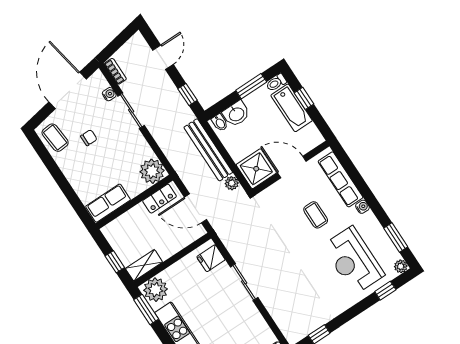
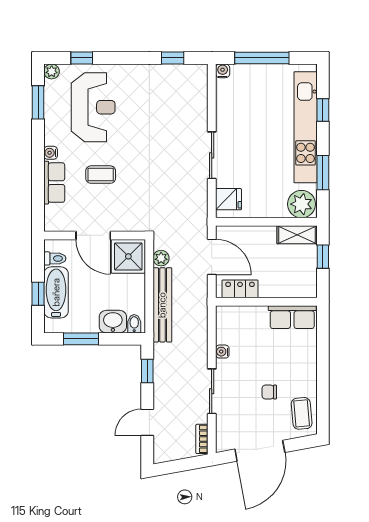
toilet: (276, 83) -> (55, 258), moved
water cooler: (109, 94) -> (222, 352), moved
plant: (152, 171) -> (230, 320), removed
row of seats: (341, 179) -> (54, 183), width x0.68
coffee table: (316, 215) -> (101, 175), turned 90
window: (146, 309) -> (323, 173), moved

